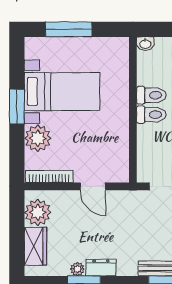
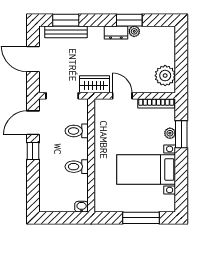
window: (17, 107) -> (181, 134), moved
toilet: (151, 115) -> (77, 131), moved
plant: (38, 138) -> (170, 133), width x0.53, depth x0.53
wardrobe: (36, 246) -> (94, 84), moved, turned 90

